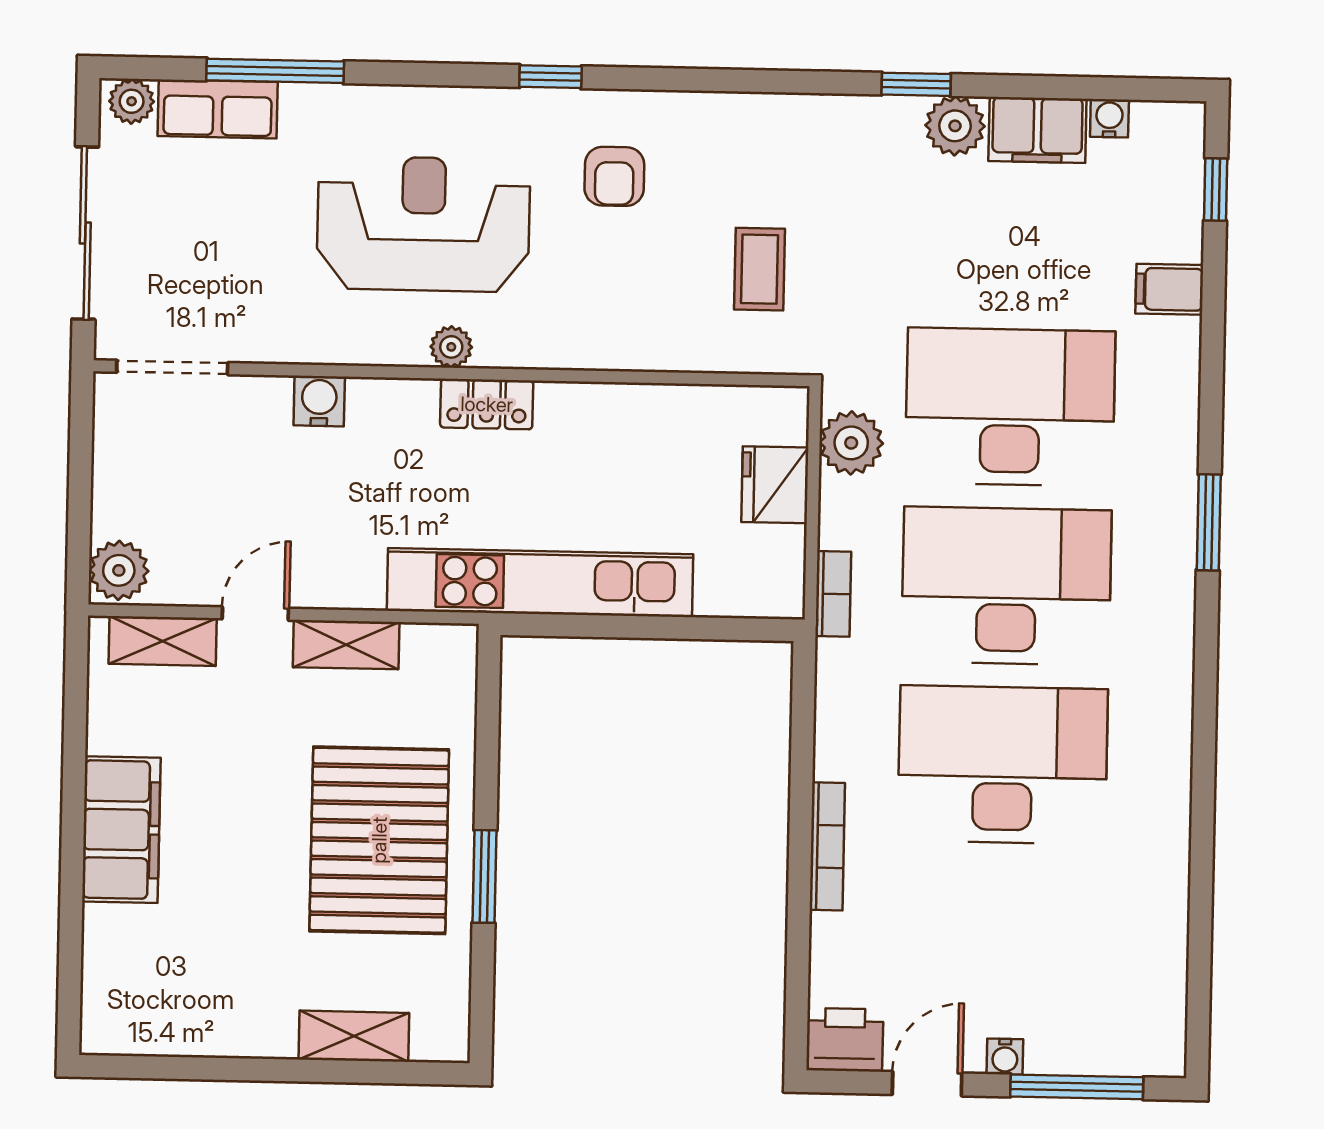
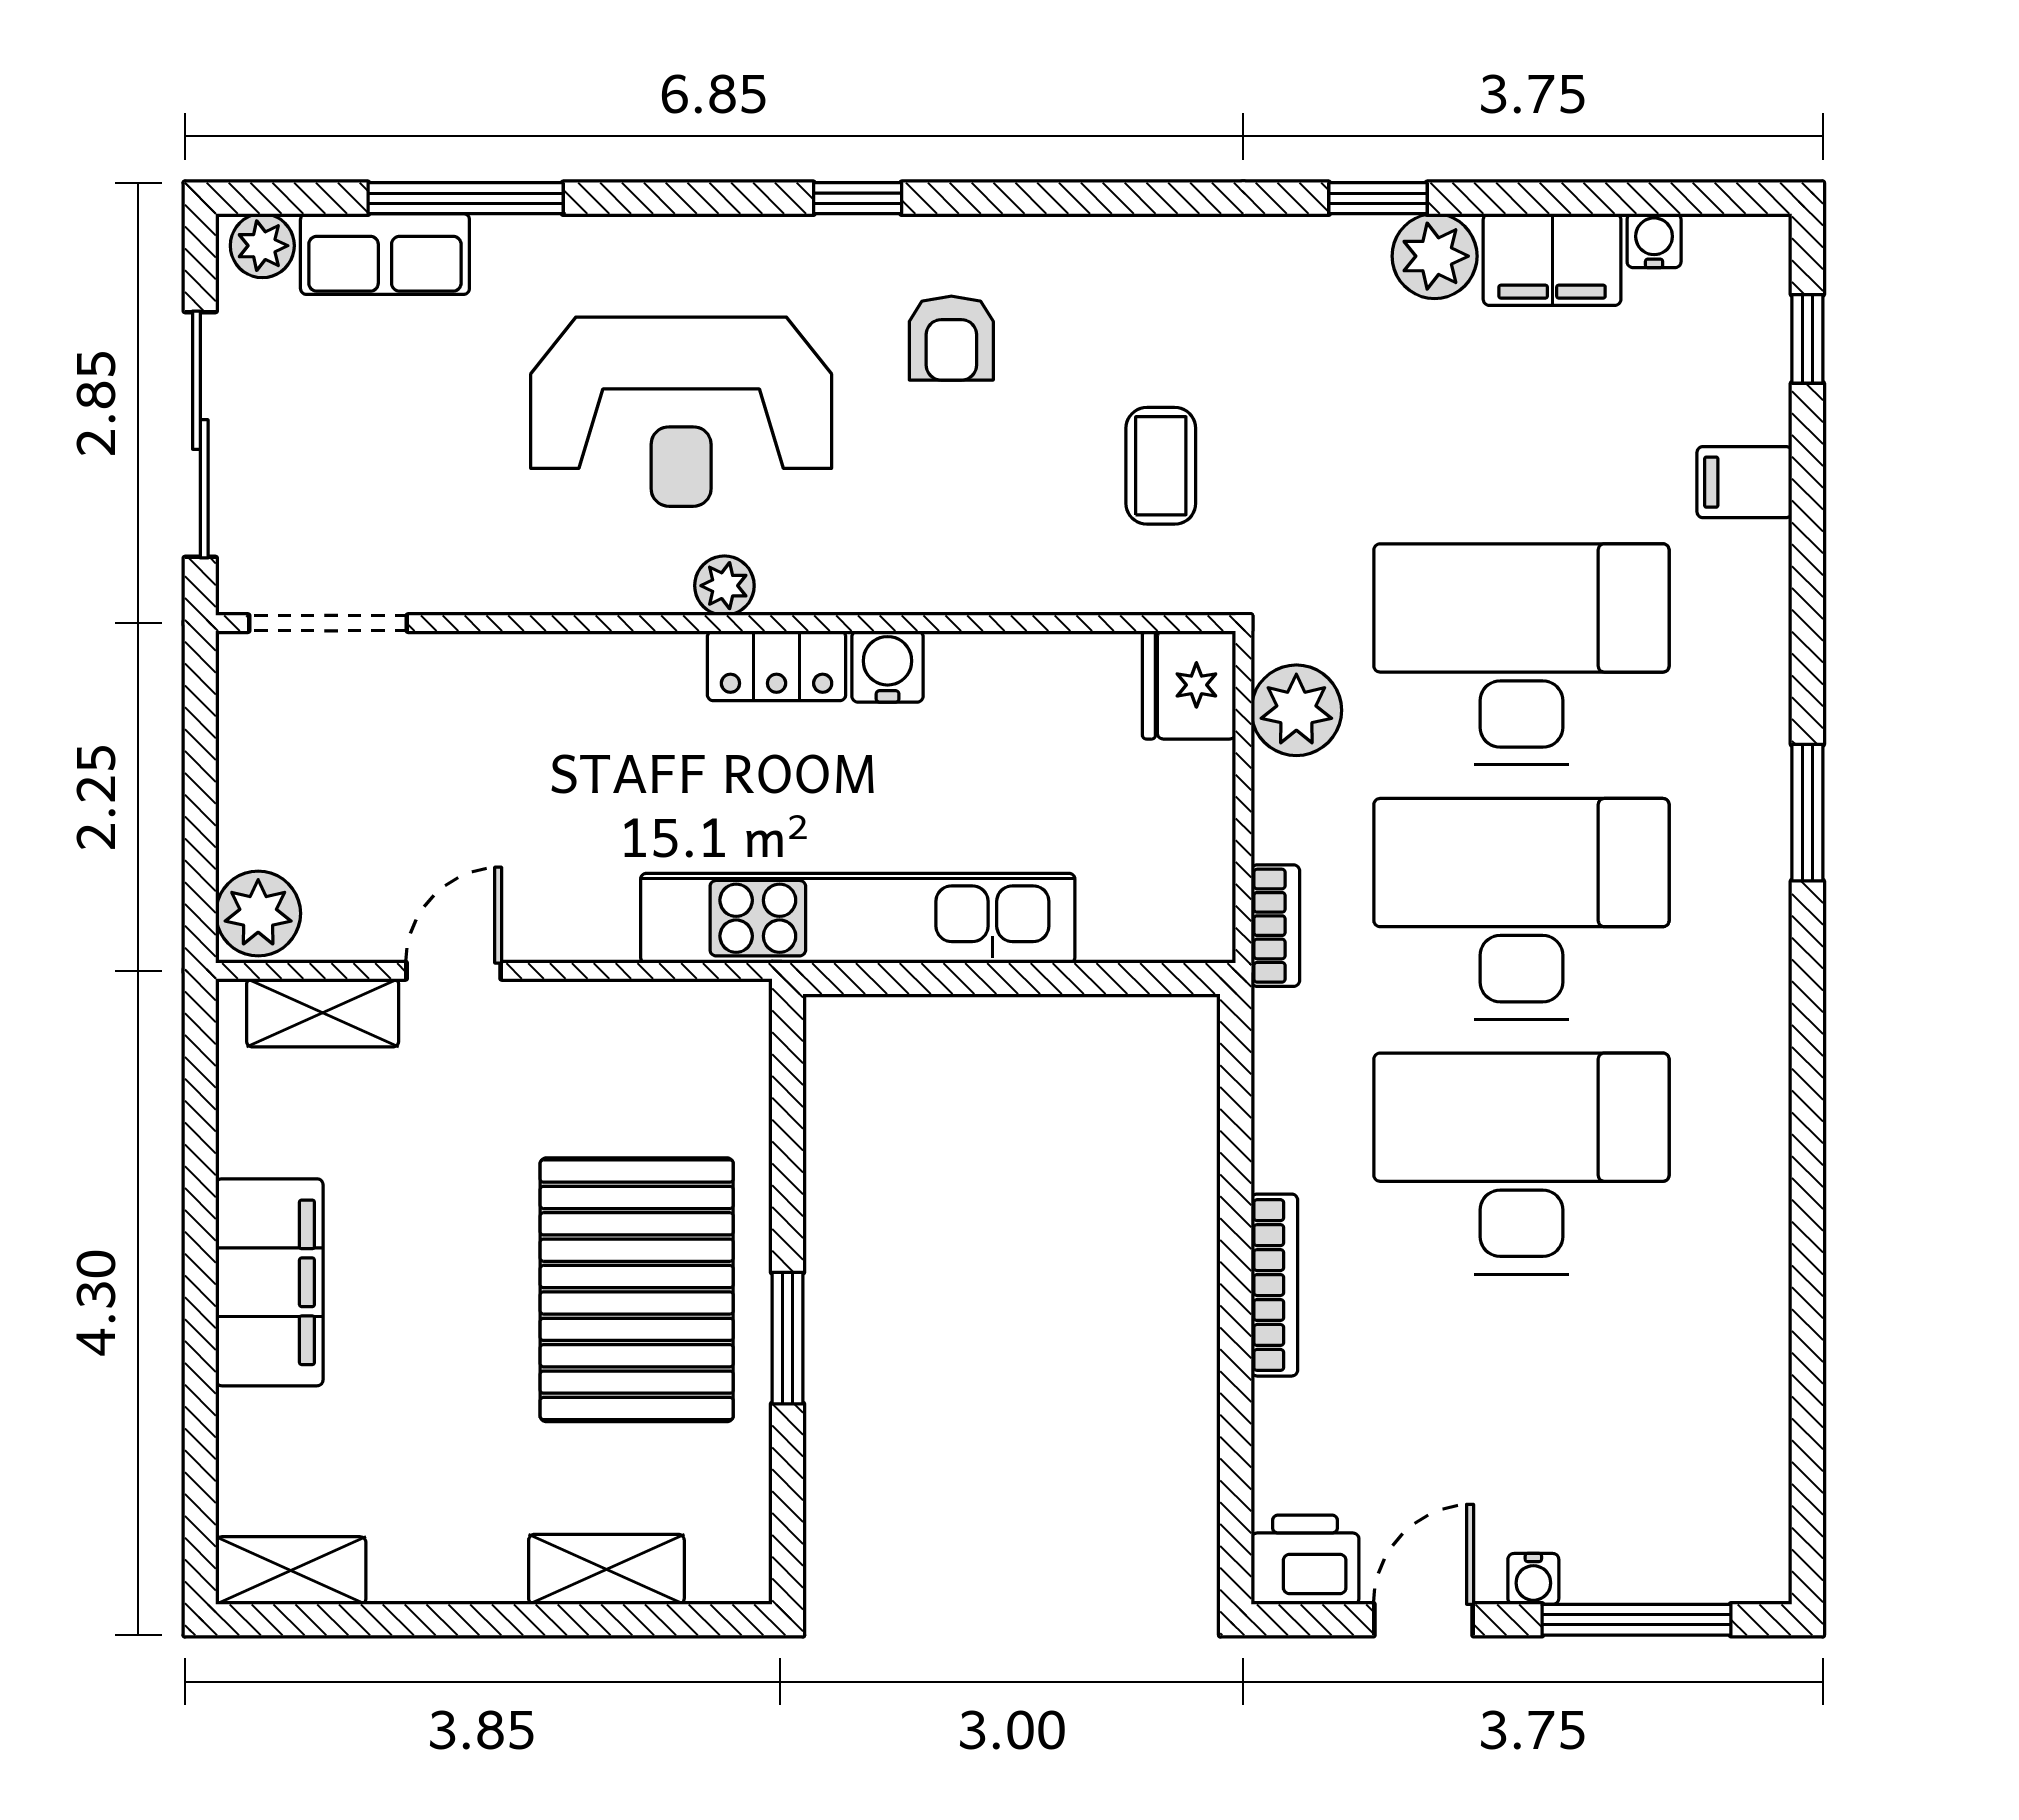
reception desk: (423, 224) -> (681, 412), turned 180
water cooler: (319, 401) -> (888, 666), moved
fridge: (775, 485) -> (1189, 685), moved
shelving: (346, 645) -> (291, 1571), moved

